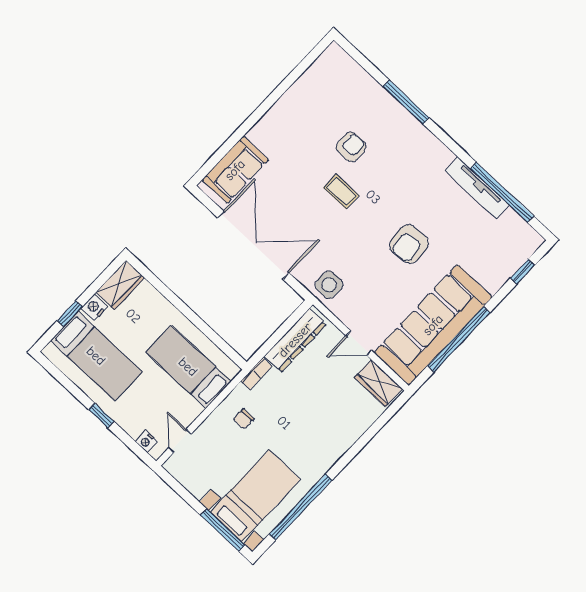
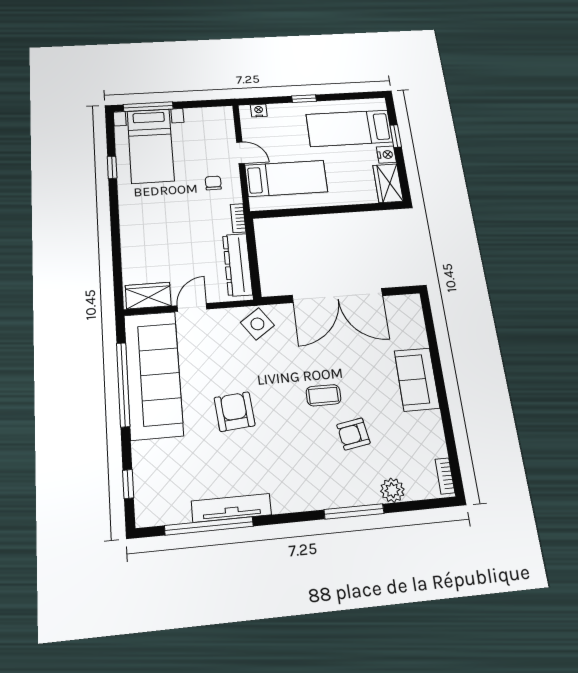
bookcase: (325, 58) -> (445, 476), added
plant: (368, 87) -> (392, 490), added
armchair: (351, 147) -> (353, 434), turned 80
sofa: (235, 170) -> (417, 379), moved
side table: (329, 285) -> (257, 324), turned -35
door: (180, 441) -> (240, 153), moved
window: (301, 507) -> (112, 167), width x0.32

